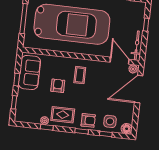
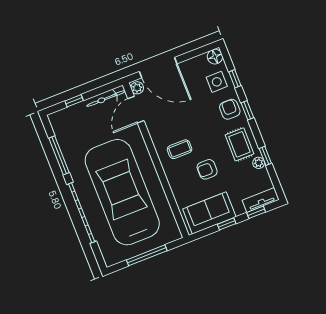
tv unit: (20, 109) -> (261, 200), added

